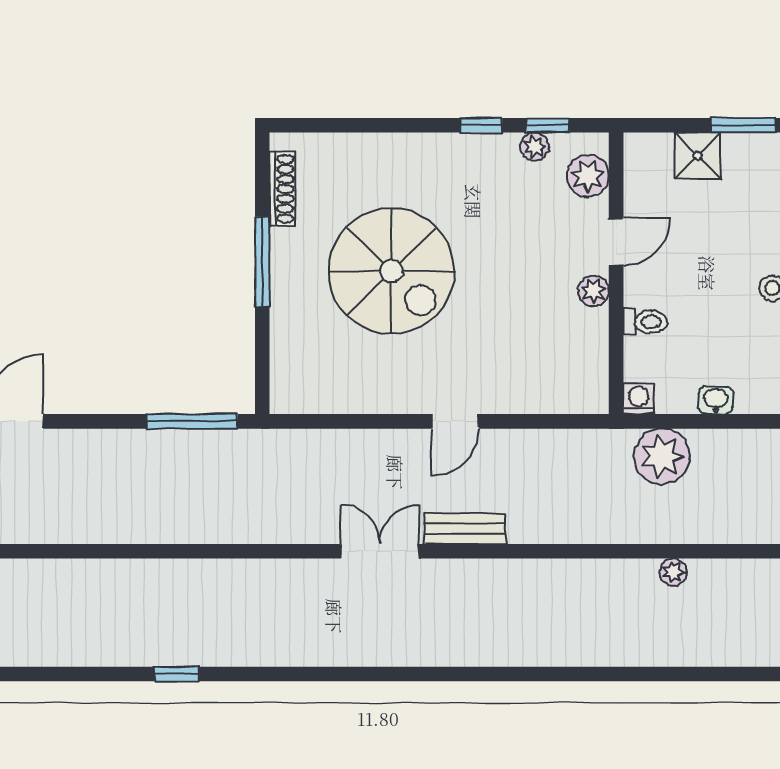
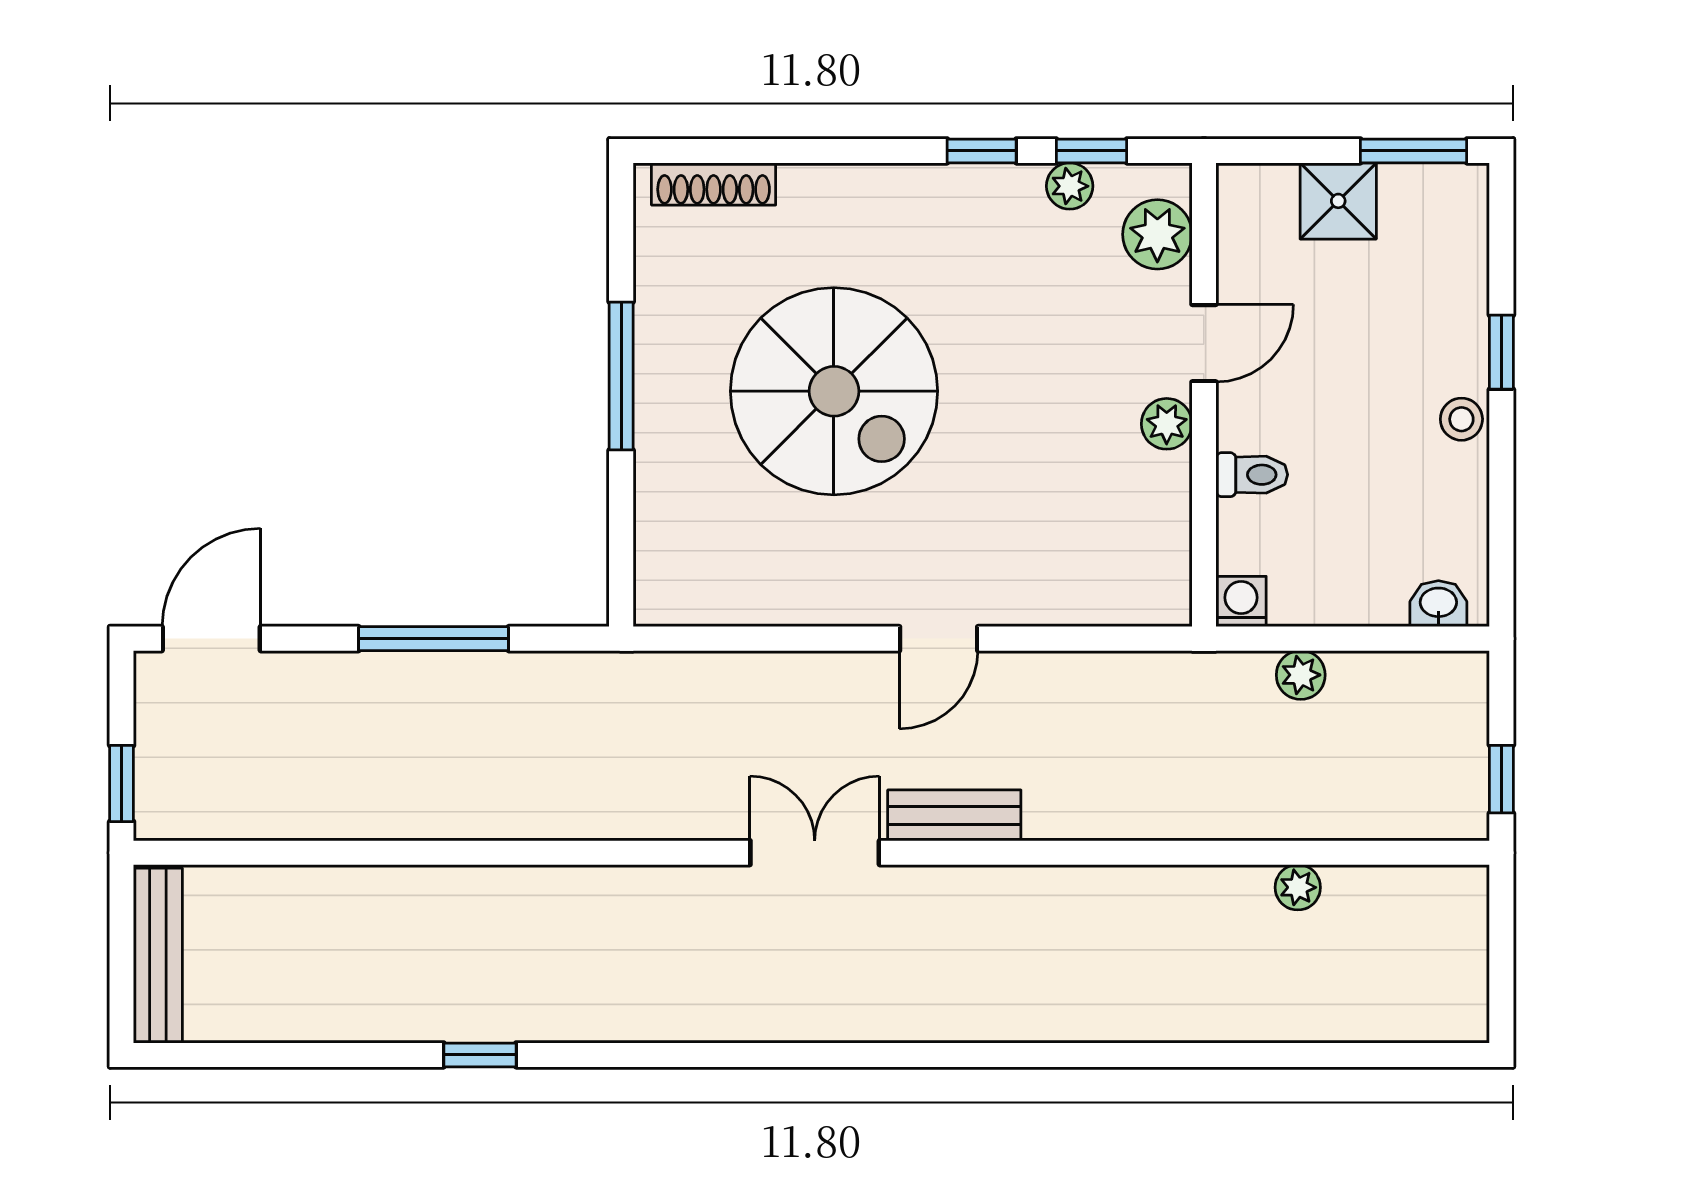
shoe rack: (282, 189) -> (714, 184), moved, turned 90
washbasin: (716, 400) -> (1438, 604), moved
window: (192, 421) -> (434, 639), moved
plant: (662, 456) -> (1301, 675), width x0.53, depth x0.53

